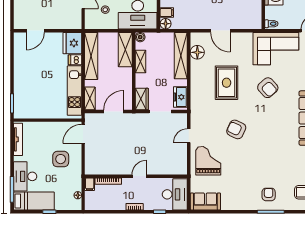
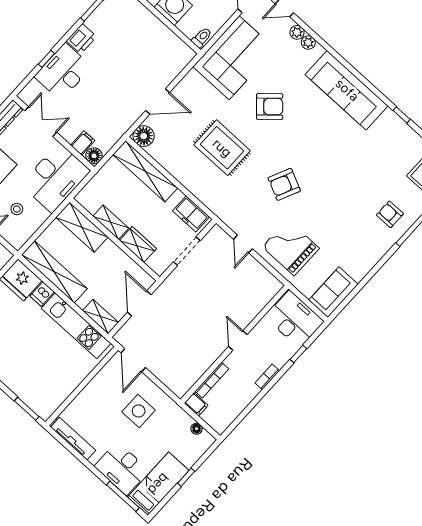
boiler: (140, 37) -> (83, 198), removed
floor lamp: (197, 52) -> (144, 136), moved
wardrobe: (142, 99) -> (138, 245), moved

